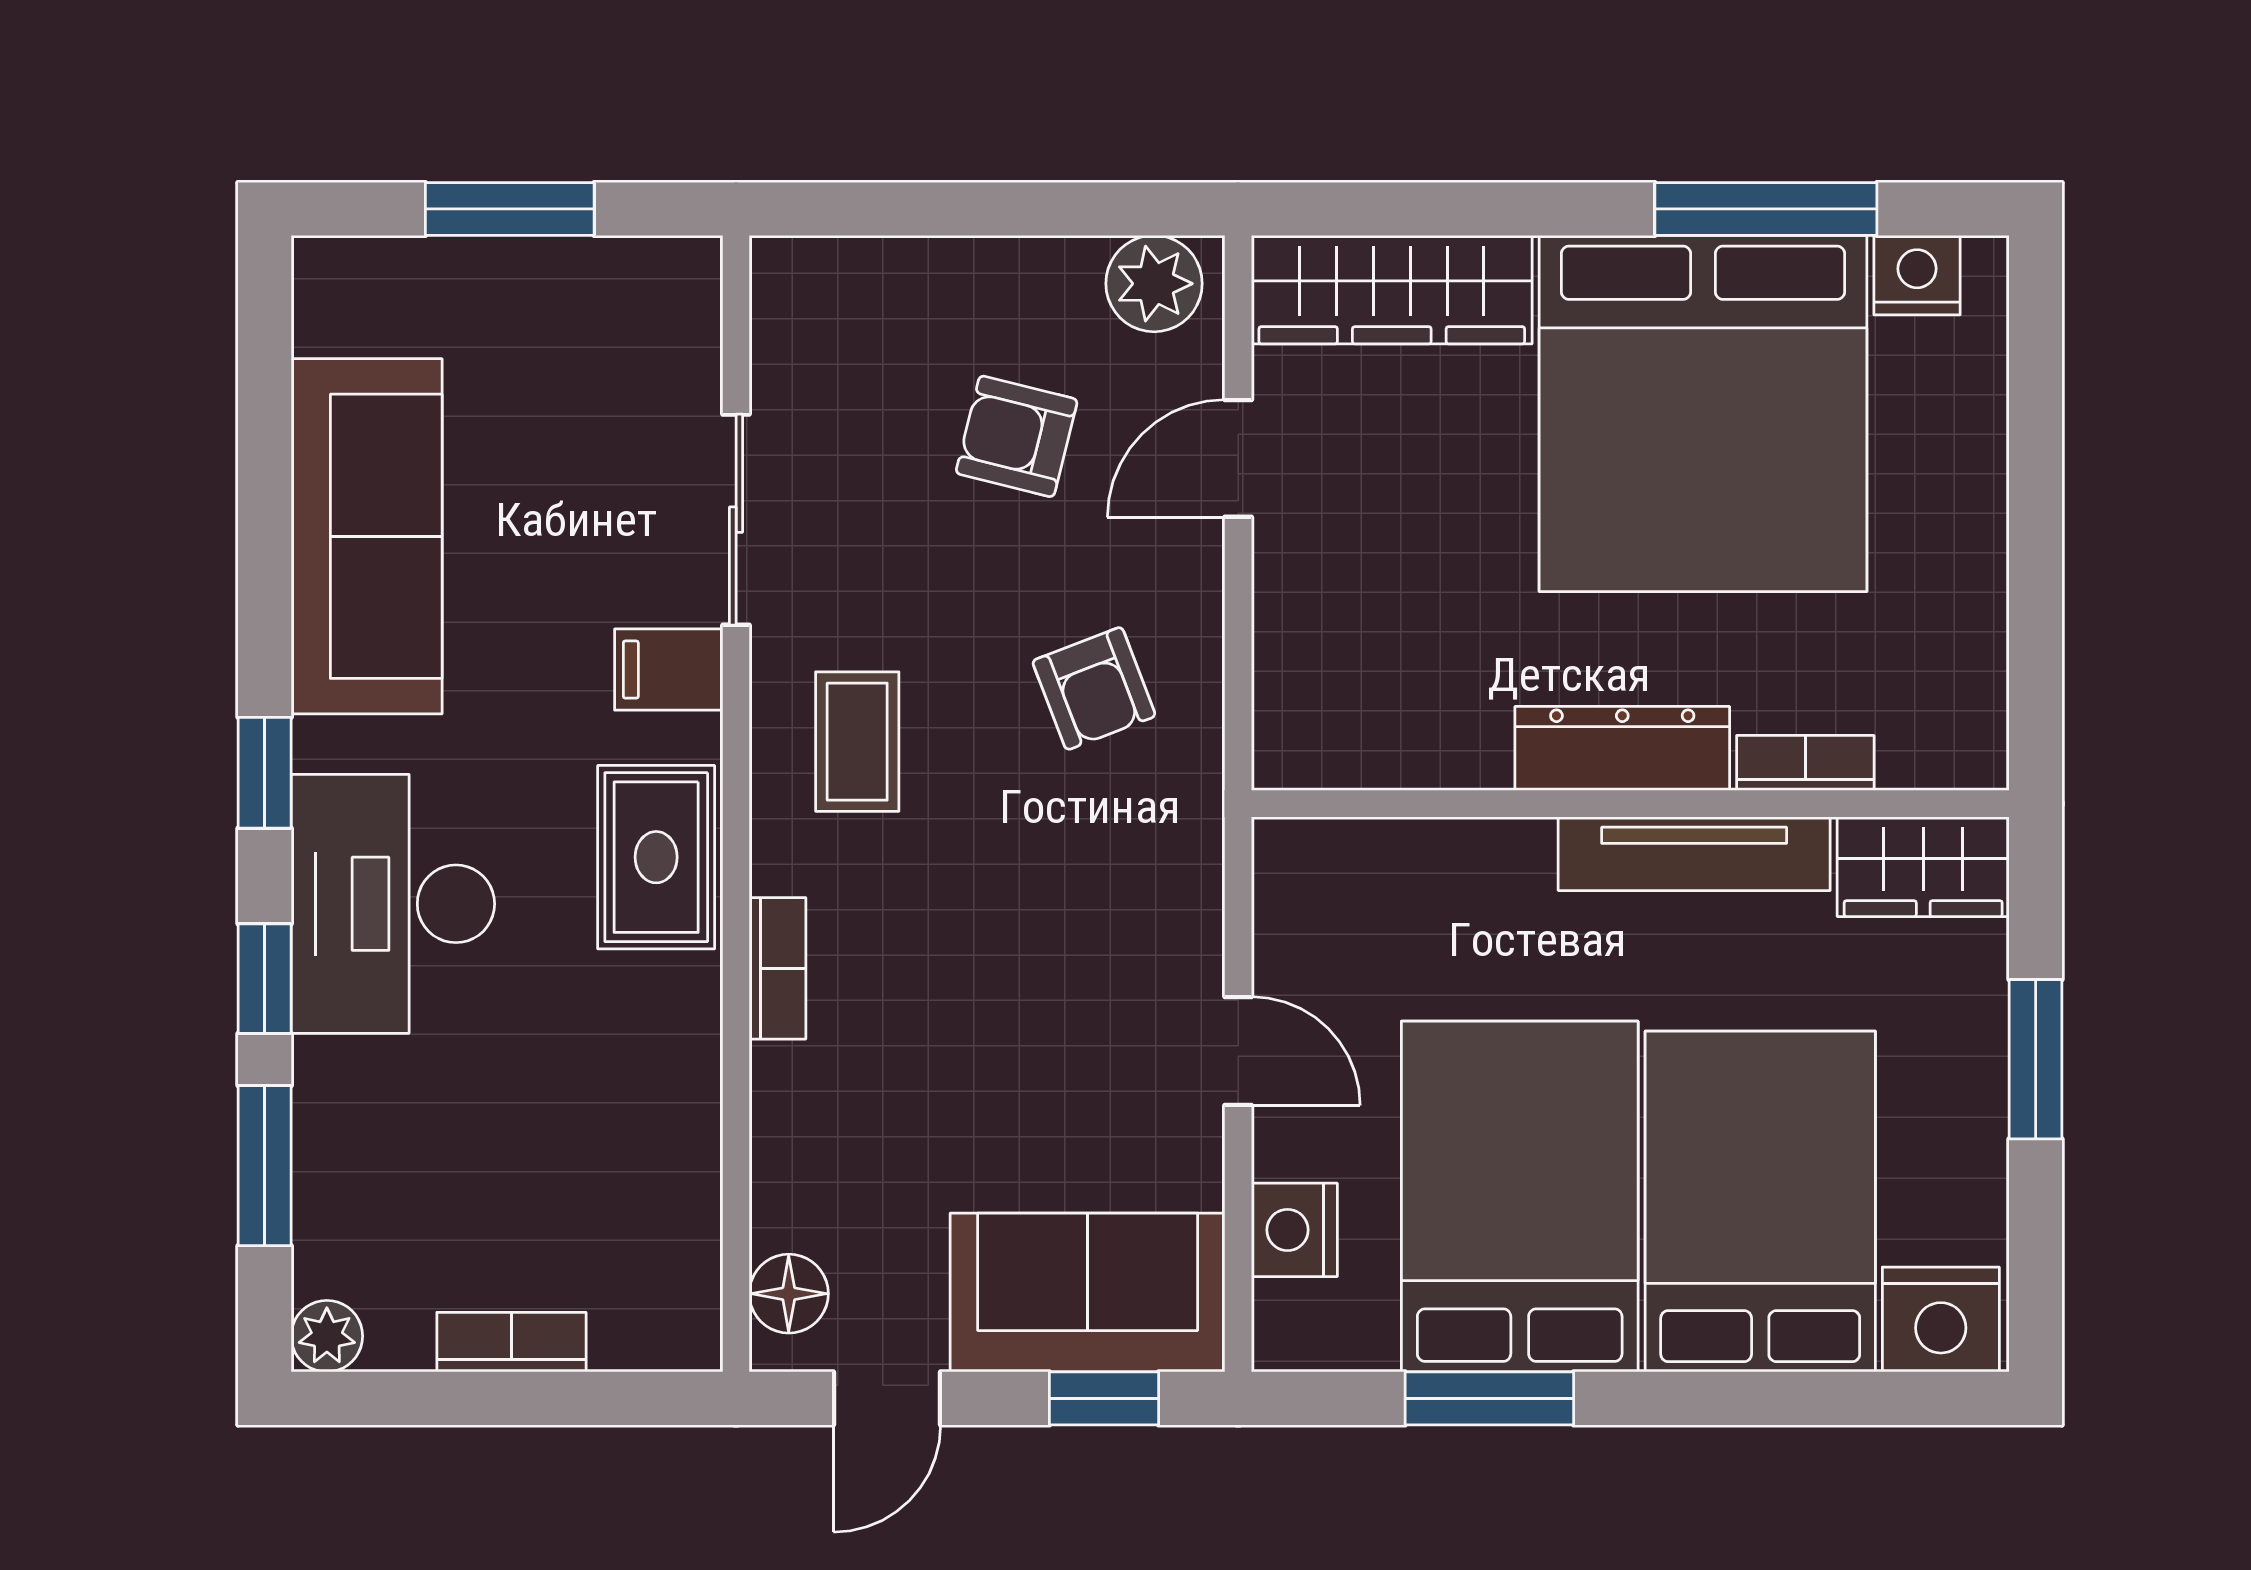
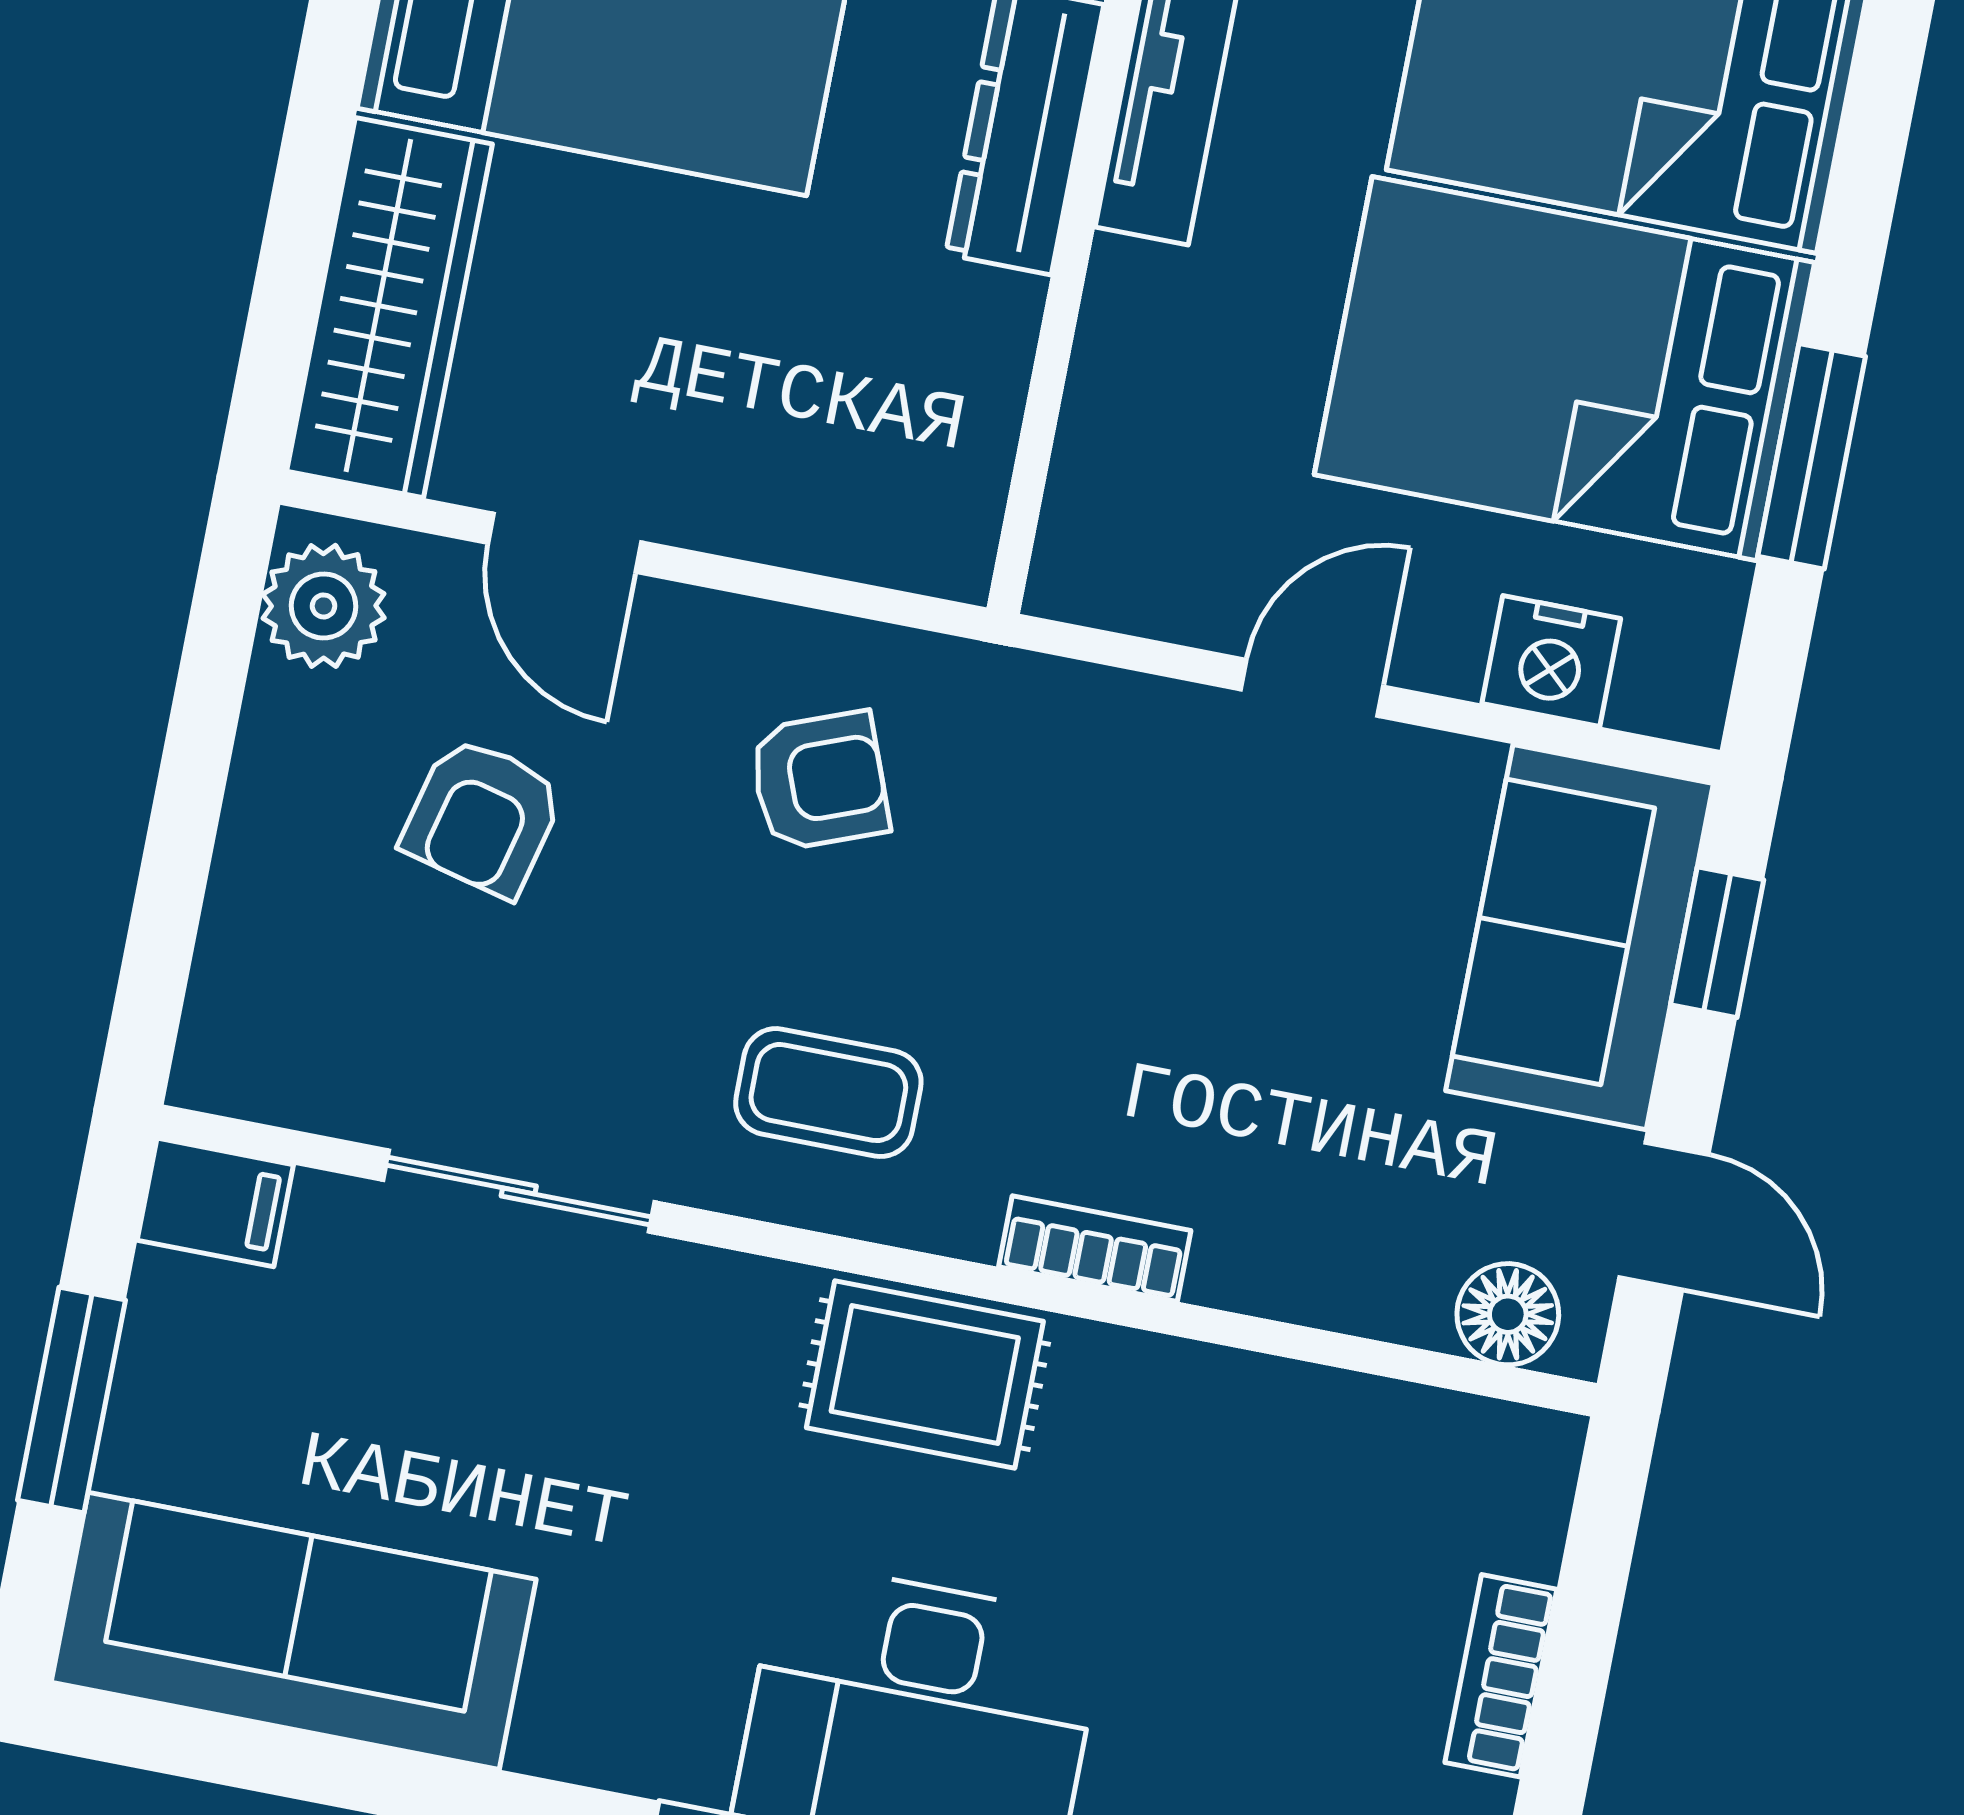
sofa: (367, 536) -> (294, 1631), moved
filing cabinet: (669, 670) -> (215, 1202), moved, turned -90

